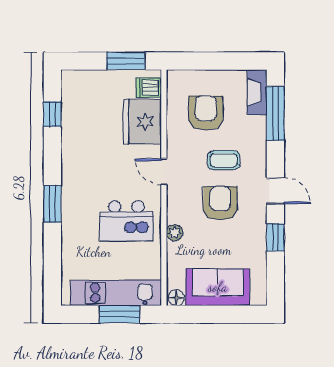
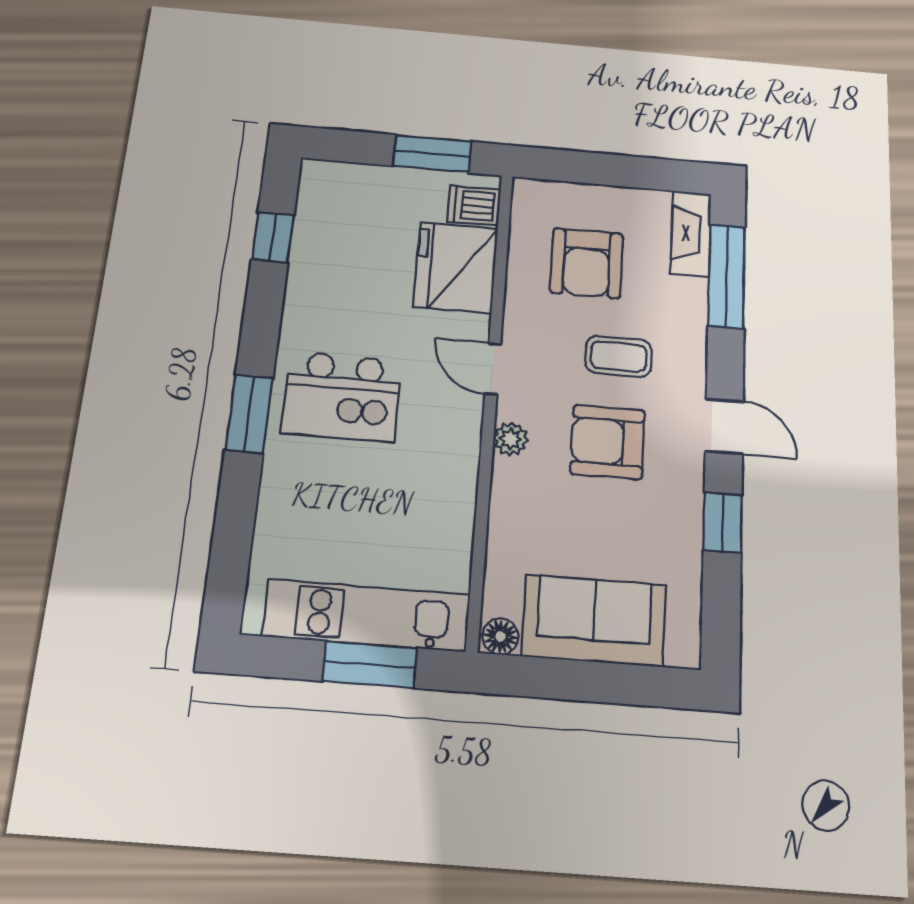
armchair: (206, 113) -> (587, 263), turned 180
armchair: (220, 203) -> (608, 442), turned -90
kitchen island: (126, 221) -> (342, 396), moved
plant: (175, 233) -> (511, 439), moved

